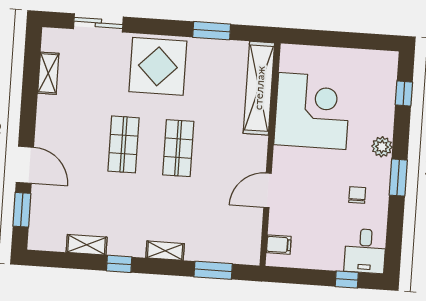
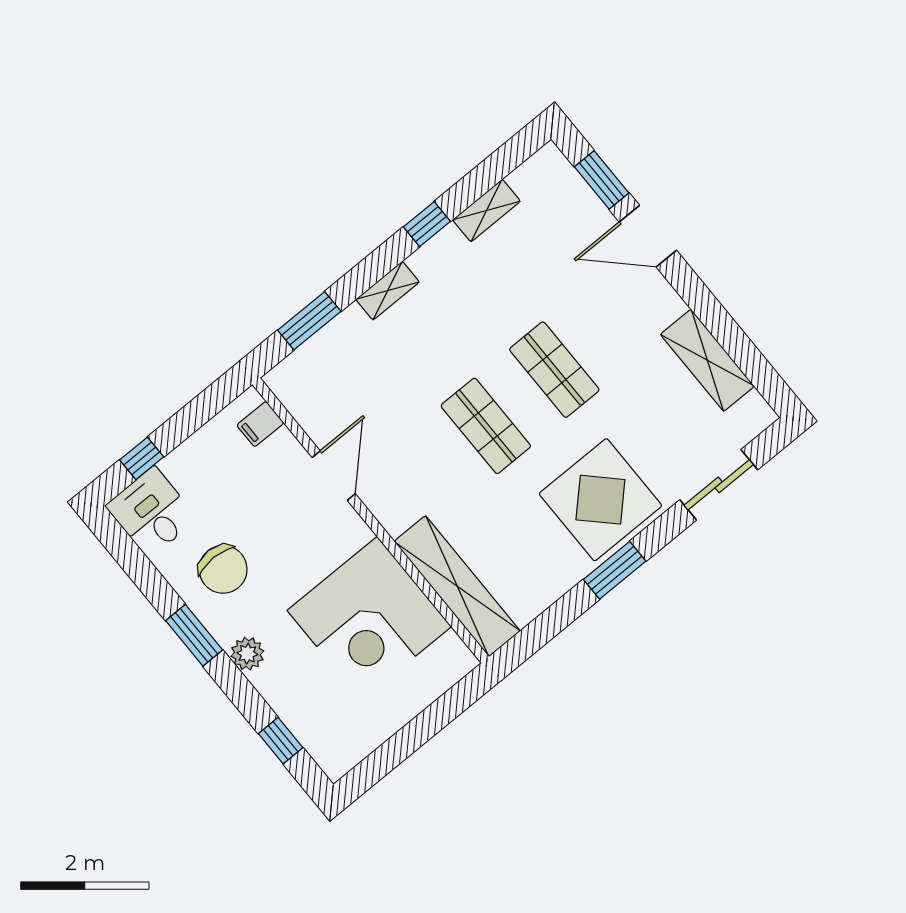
window: (212, 31) -> (615, 570), moved
shelving: (48, 73) -> (707, 360), width x1.50, depth x1.33
chair: (357, 195) -> (223, 569), width x1.87, depth x1.87

